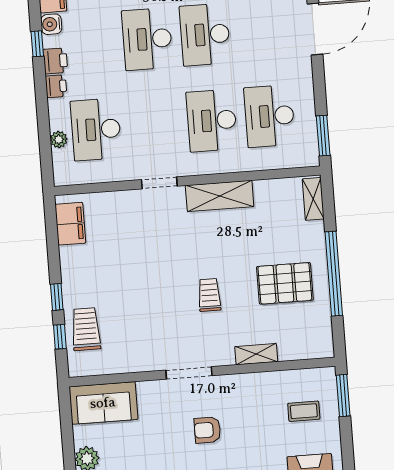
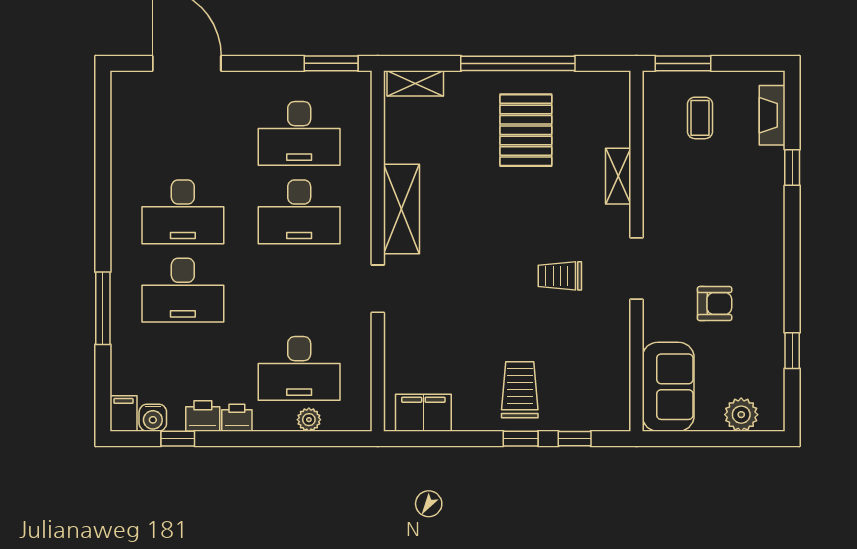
trolley: (209, 295) -> (560, 276), moved
trolley: (86, 329) -> (520, 390), moved, turned 90
armchair: (207, 430) -> (715, 304), moved, turned -90

